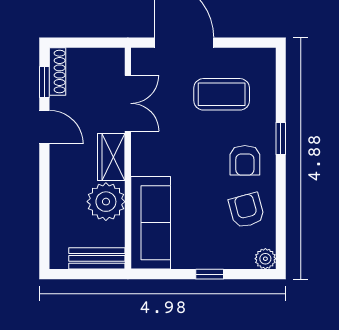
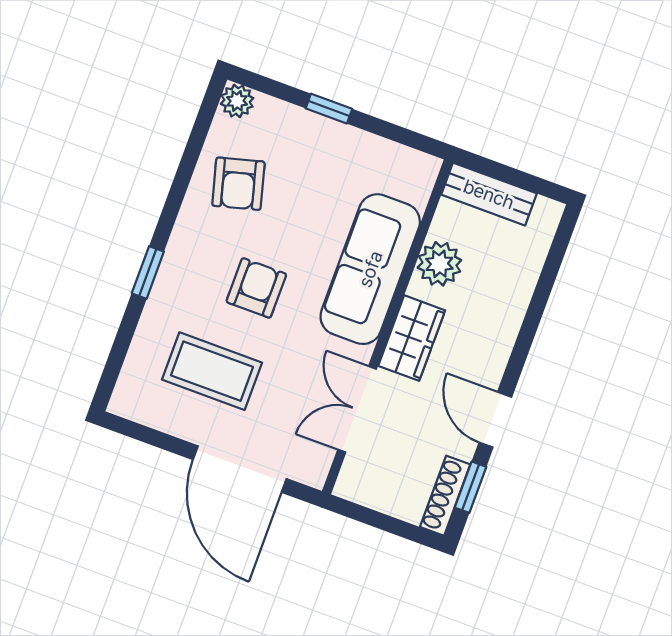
armchair: (245, 160) -> (256, 288), moved
plant: (106, 202) -> (439, 264), width x0.73, depth x0.73
sofa: (151, 223) -> (370, 269), moved

